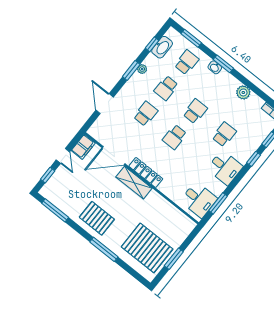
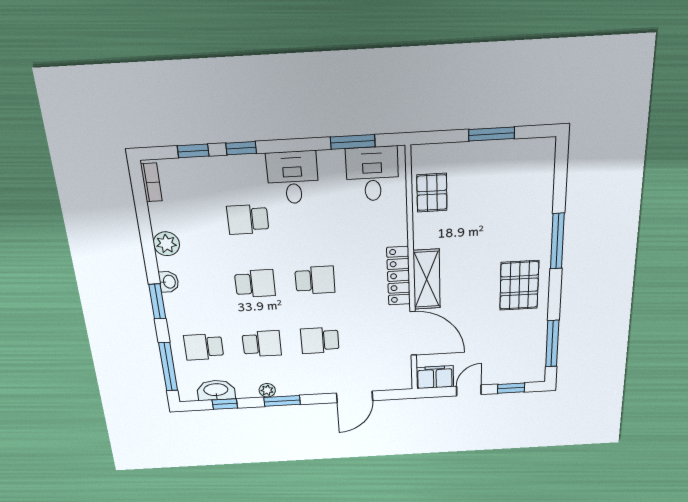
window: (191, 38) -> (168, 367), width x1.44
washbasin: (215, 67) -> (169, 282), moved
school desk: (195, 111) -> (255, 284), turned 180
pallet: (147, 248) -> (432, 193), moved, width x0.49, depth x0.50

